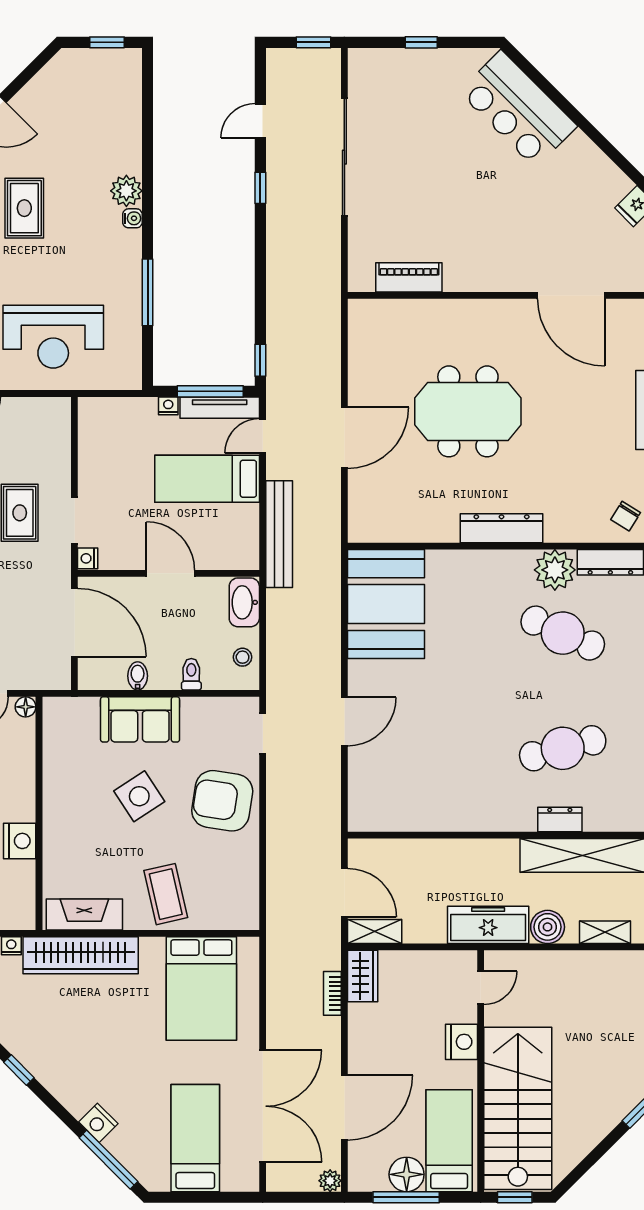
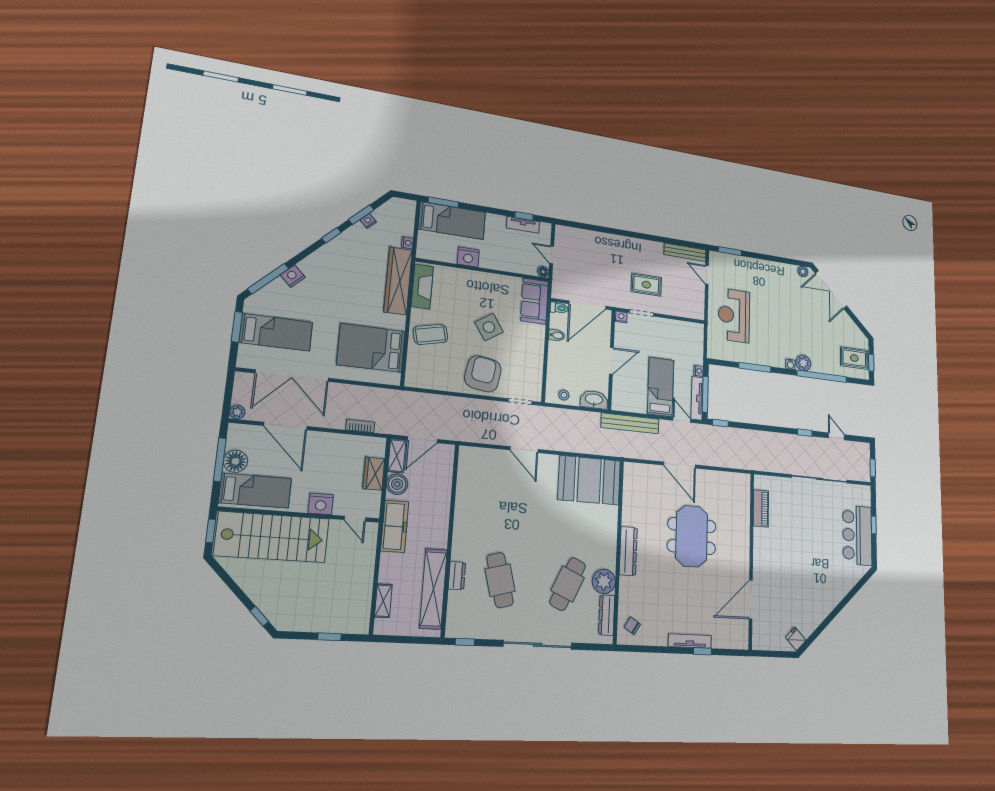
bar counter: (518, 109) -> (857, 535), moved, turned -45
window: (148, 151) -> (822, 376), added
rug: (24, 208) -> (854, 358), moved
toilet: (191, 674) -> (559, 308), moved
sofa: (140, 719) -> (534, 301), moved
boiler: (548, 927) -> (397, 484), moved
wardrobe: (363, 976) -> (374, 474), moved, turned 90
window: (194, 1197) -> (237, 327), added

